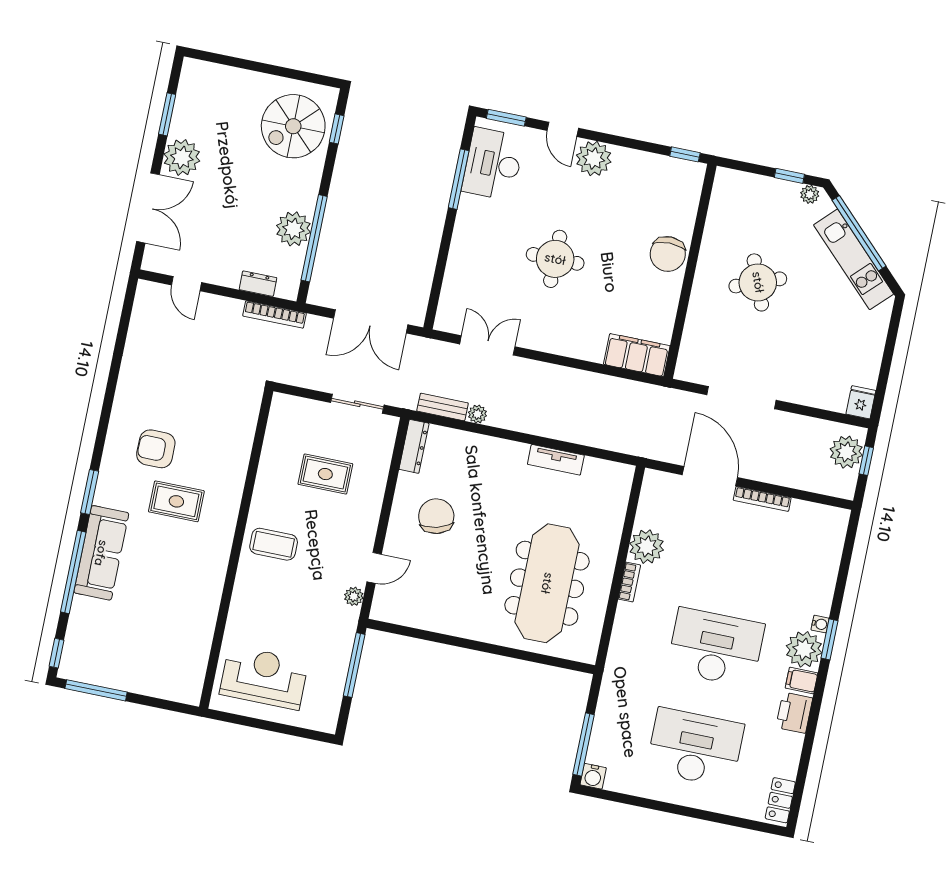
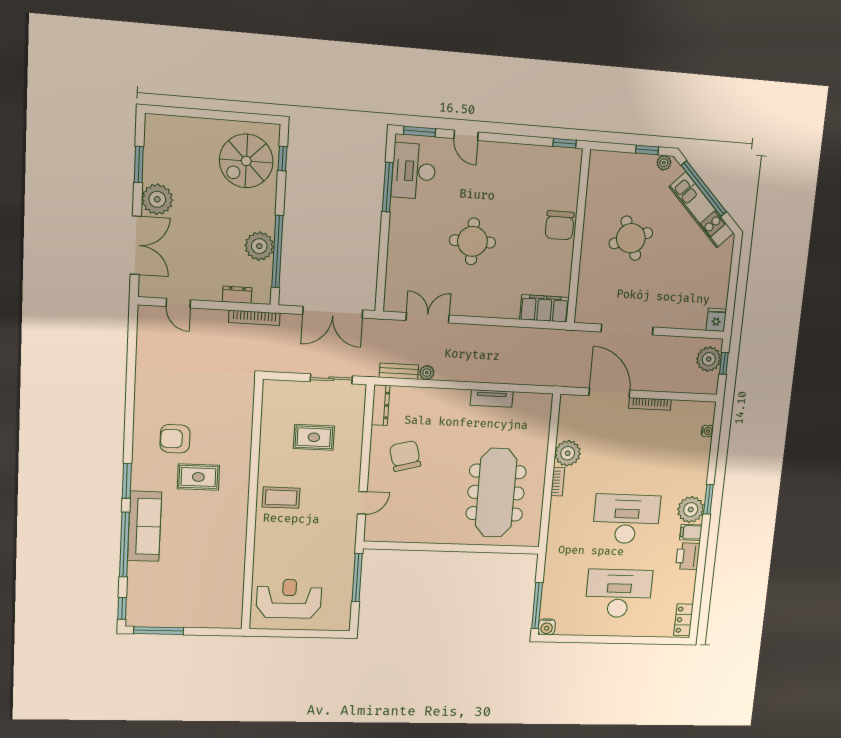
plant: (594, 159) -> (493, 156), removed
plant: (354, 596) -> (350, 527), removed
water cooler: (820, 624) -> (707, 431), moved

